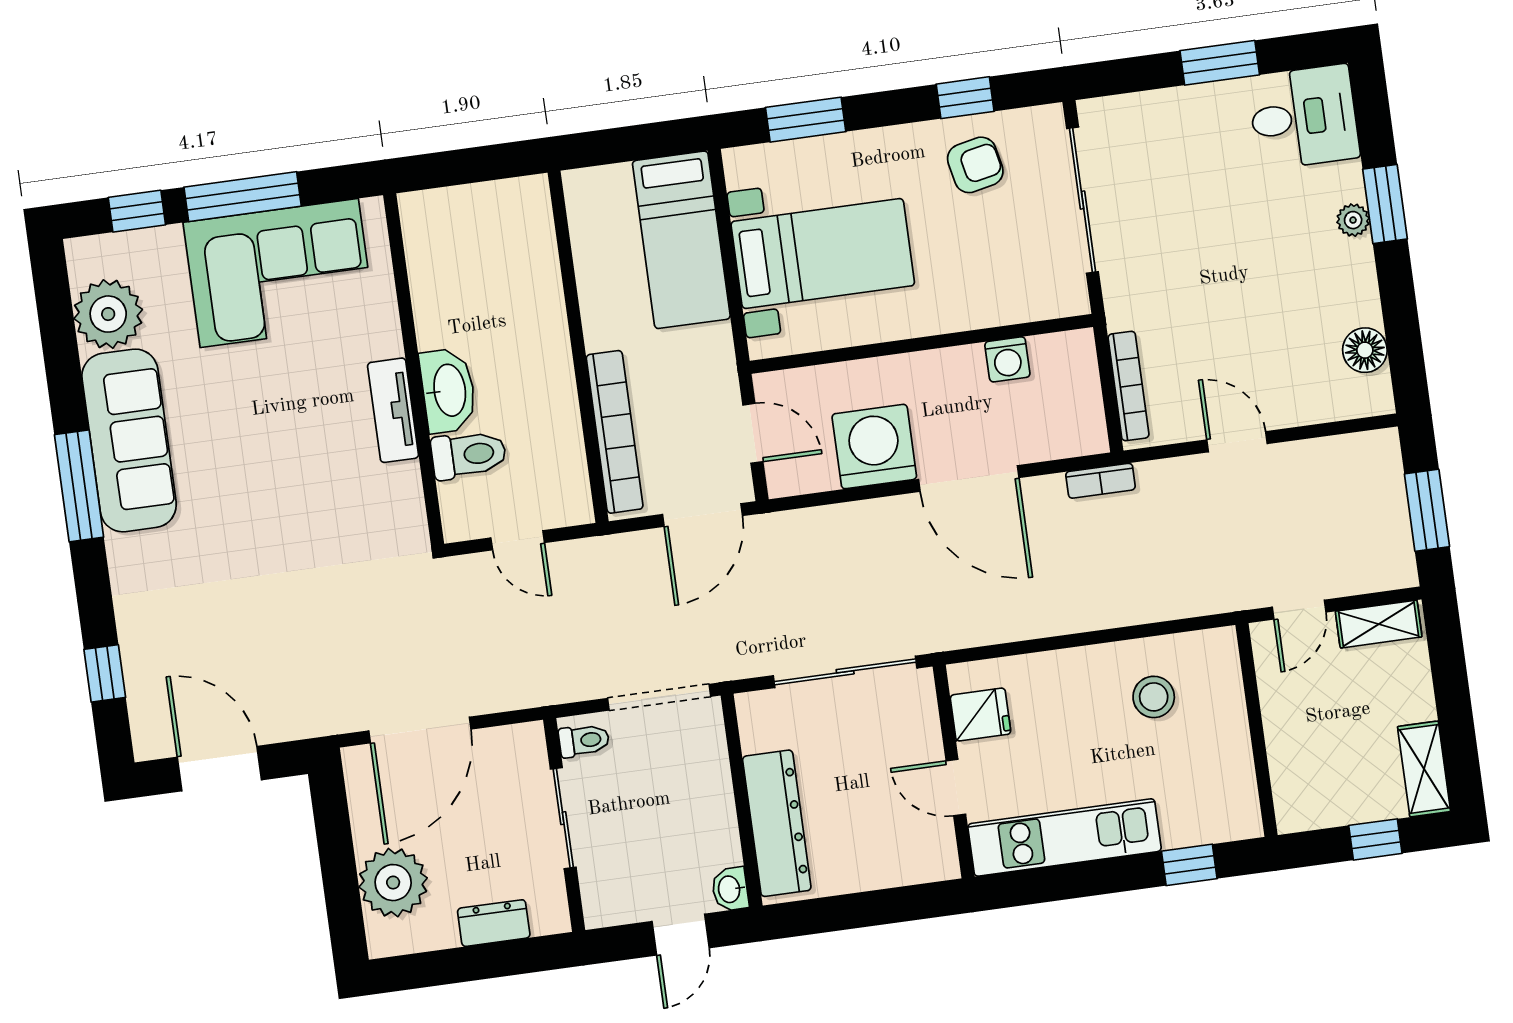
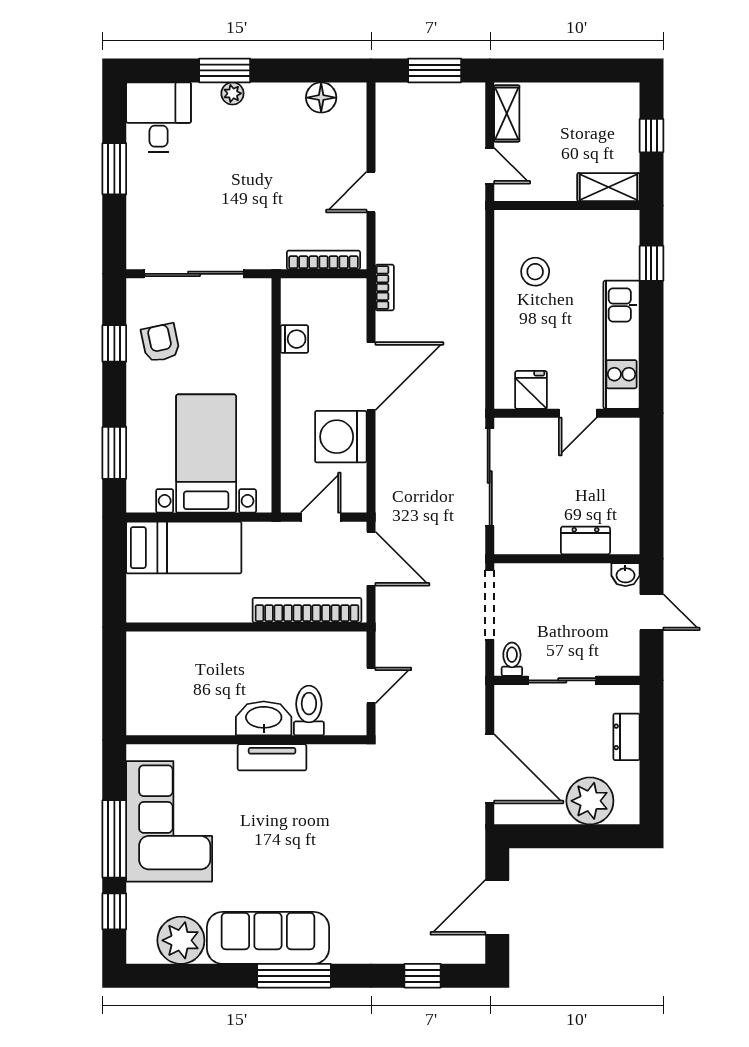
shelving: (1424, 769) -> (609, 187), moved
dresser: (777, 823) -> (585, 540), width x0.51, depth x0.80

